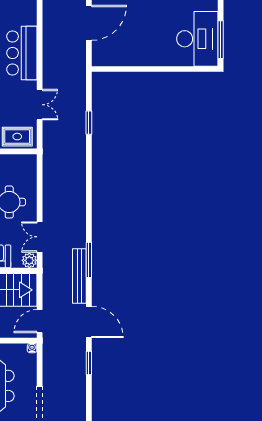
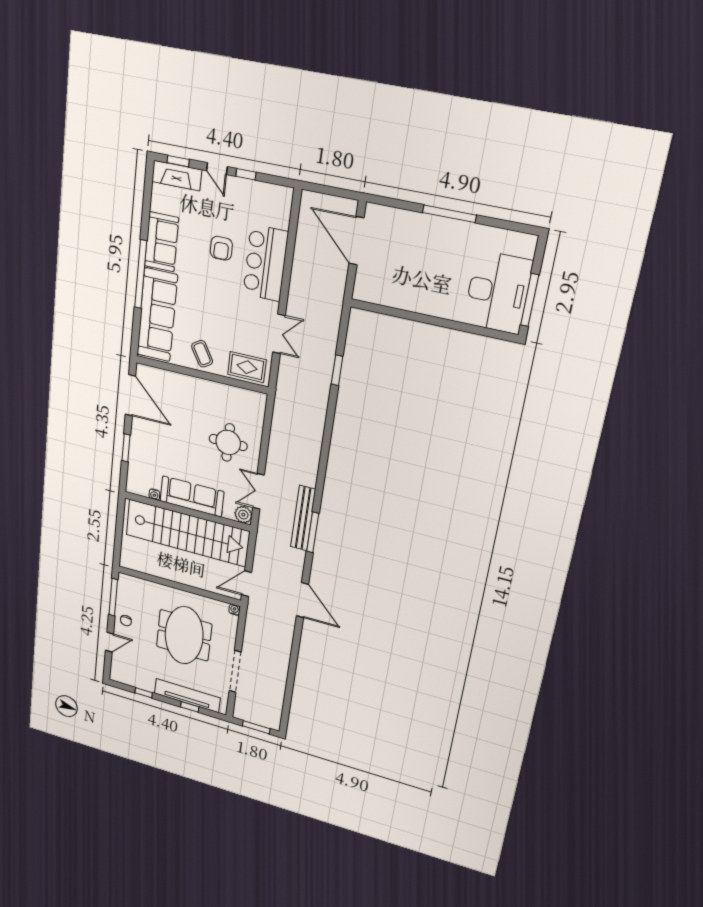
door: (89, 23) -> (356, 241), swing flipped
bench: (79, 276) -> (303, 518), moved
window: (89, 363) -> (296, 643), removed

